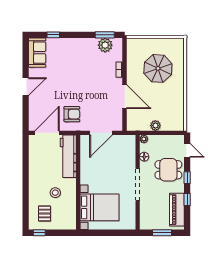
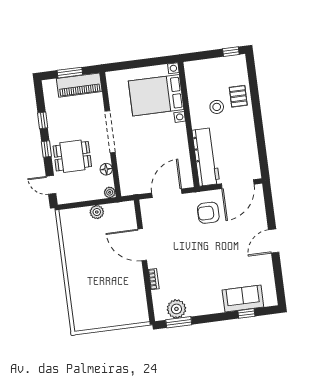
sofa: (37, 53) -> (243, 299), moved, turned 90
parasol: (158, 68) -> (103, 287), removed
piano: (177, 210) -> (79, 85), moved, turned 90
pallet: (44, 213) -> (238, 96), moved

